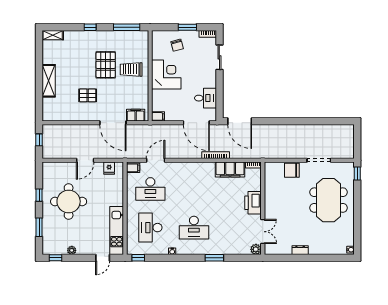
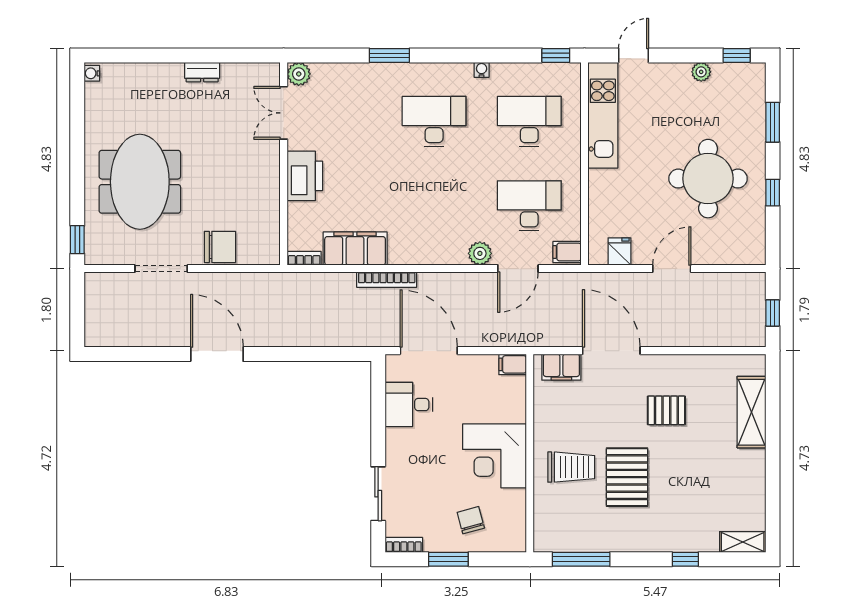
window: (90, 27) -> (685, 559), moved
shelving: (49, 81) -> (751, 412), moved
door: (240, 121) -> (217, 354), moved
plant: (173, 167) -> (480, 253), added
desk: (150, 228) -> (529, 122), turned -90

